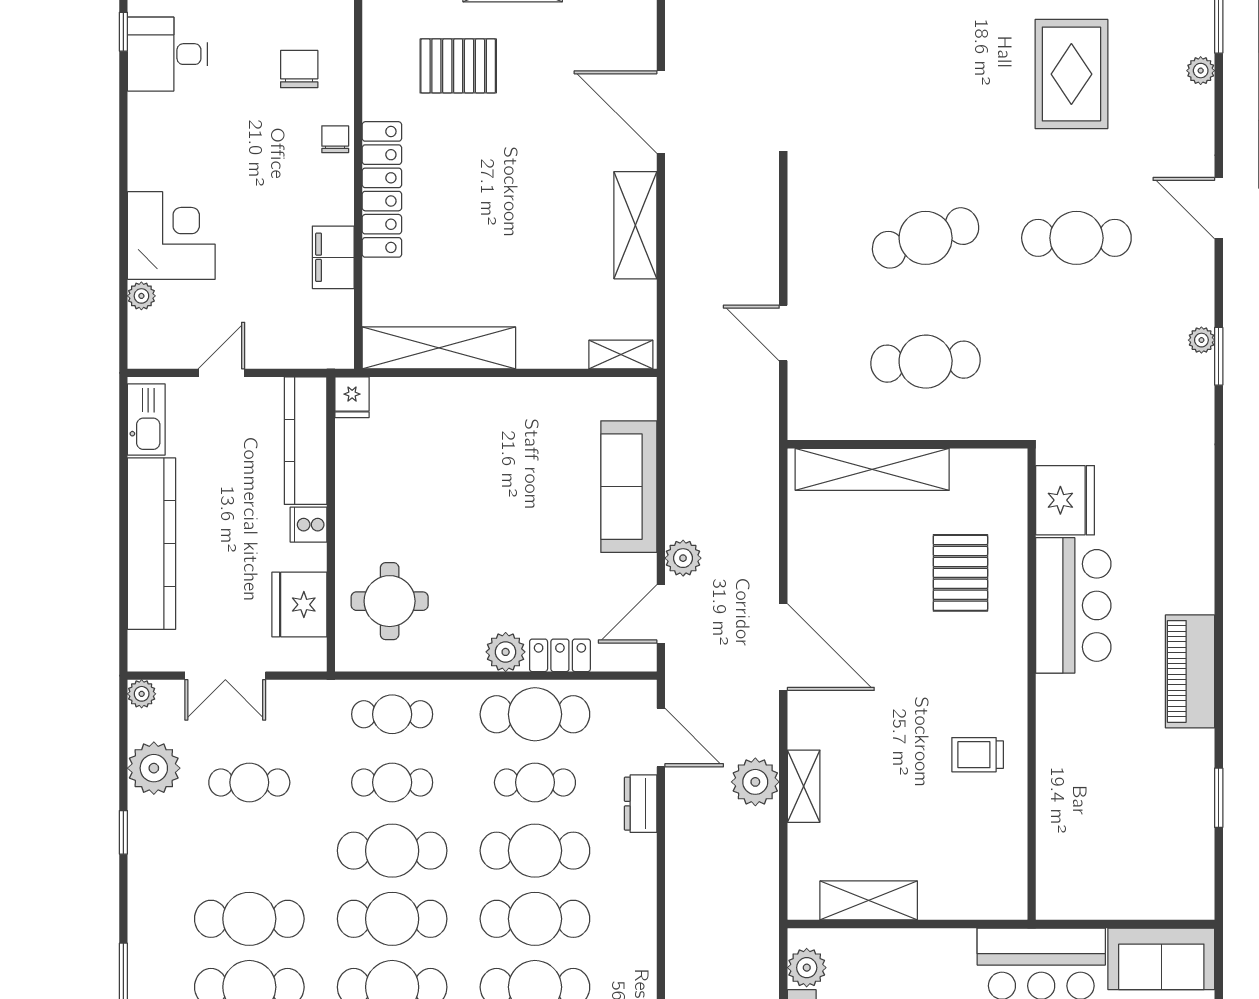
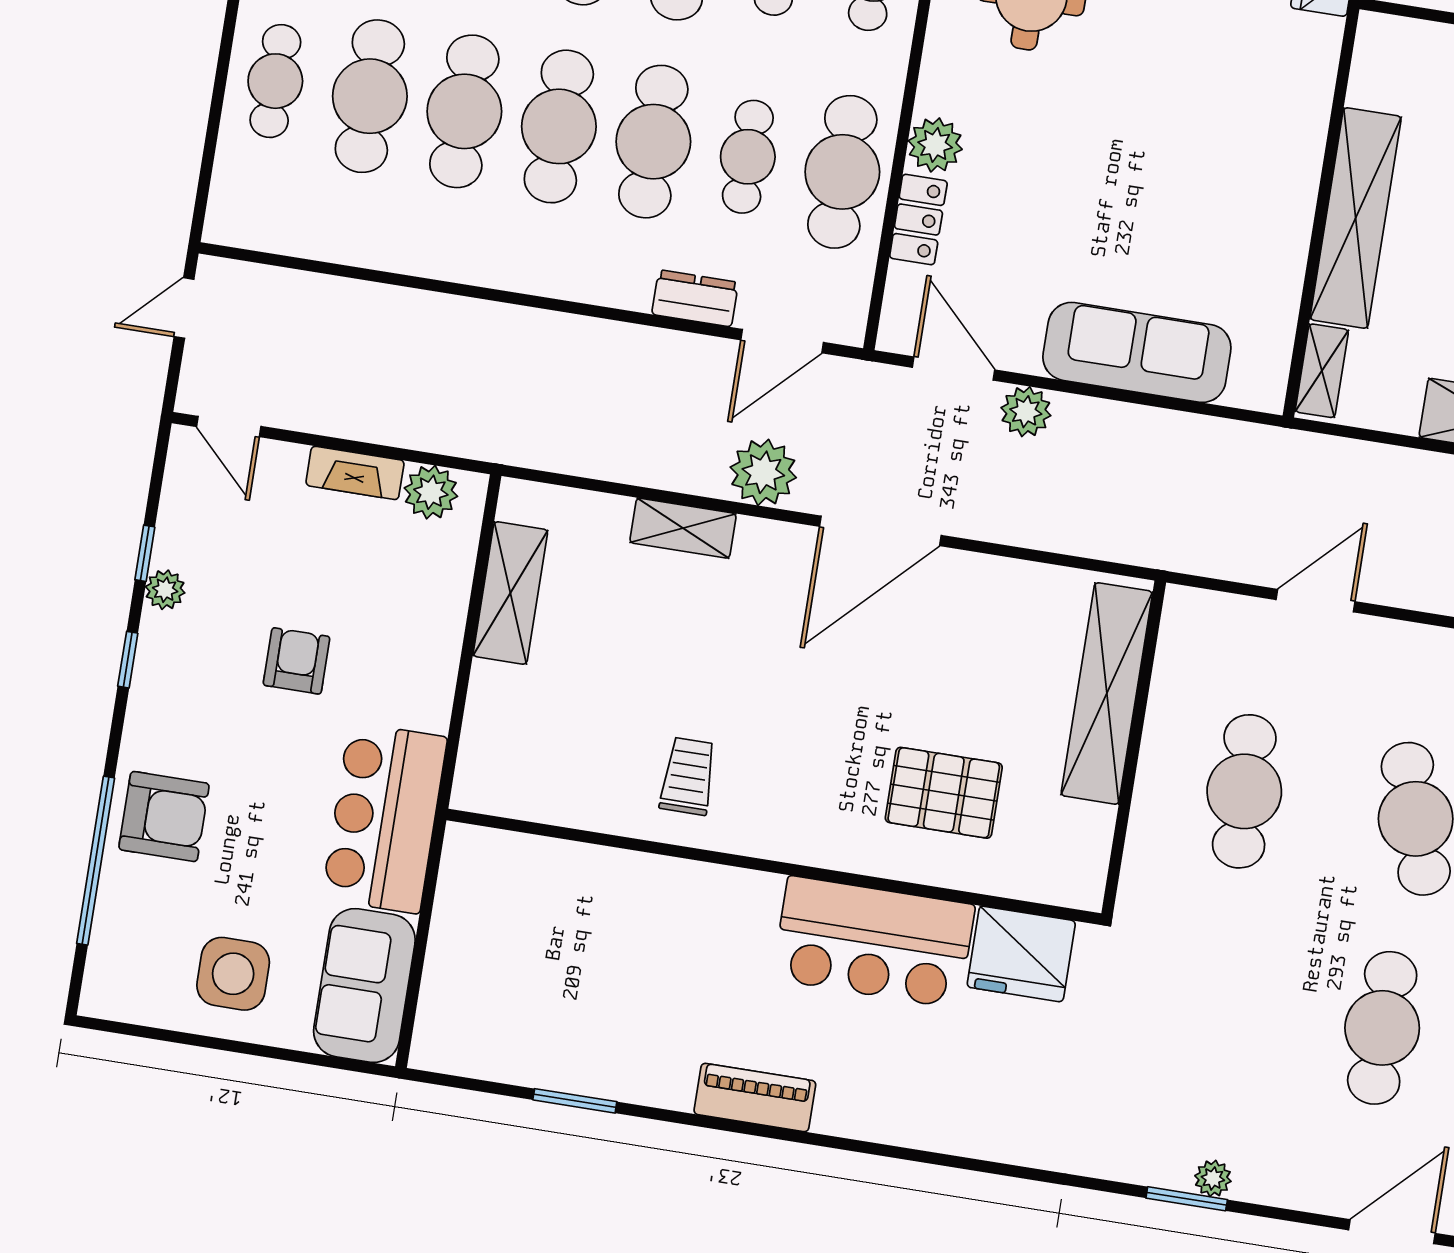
shelving: (439, 348) -> (1356, 218), moved
piano: (1190, 671) -> (755, 1097), width x0.73, depth x0.75
plant: (755, 782) -> (763, 472), moved

